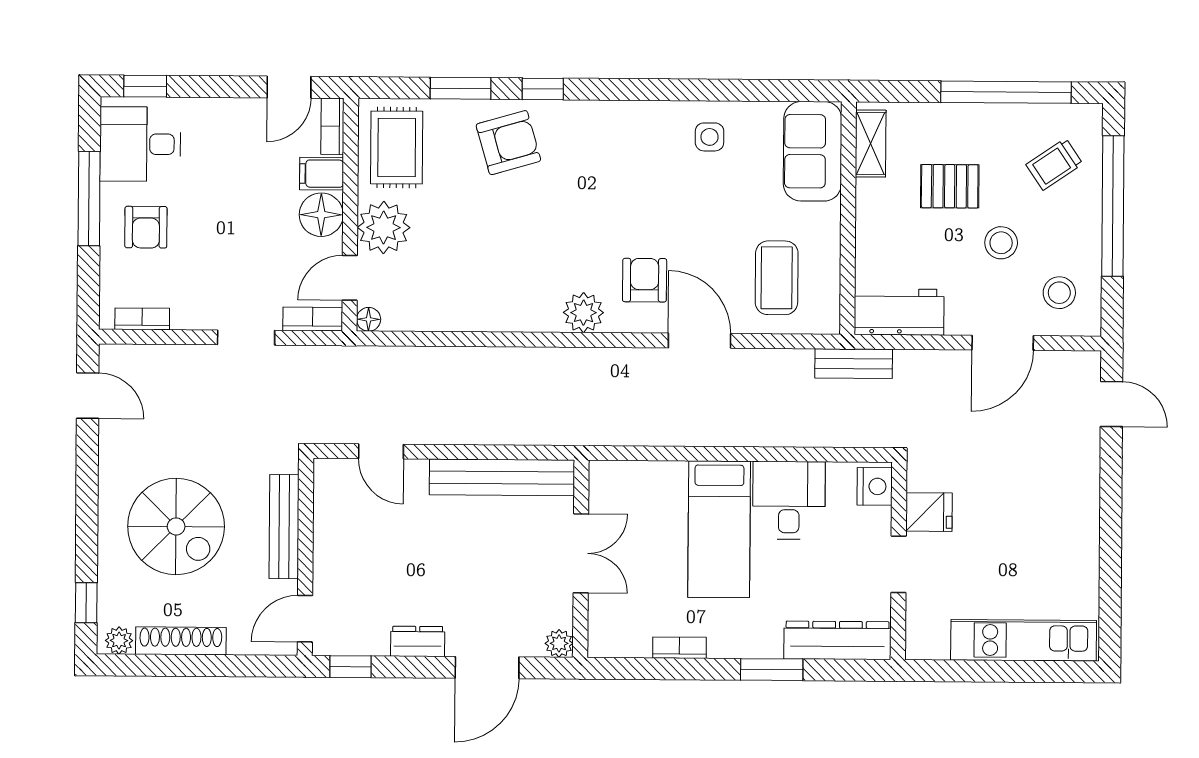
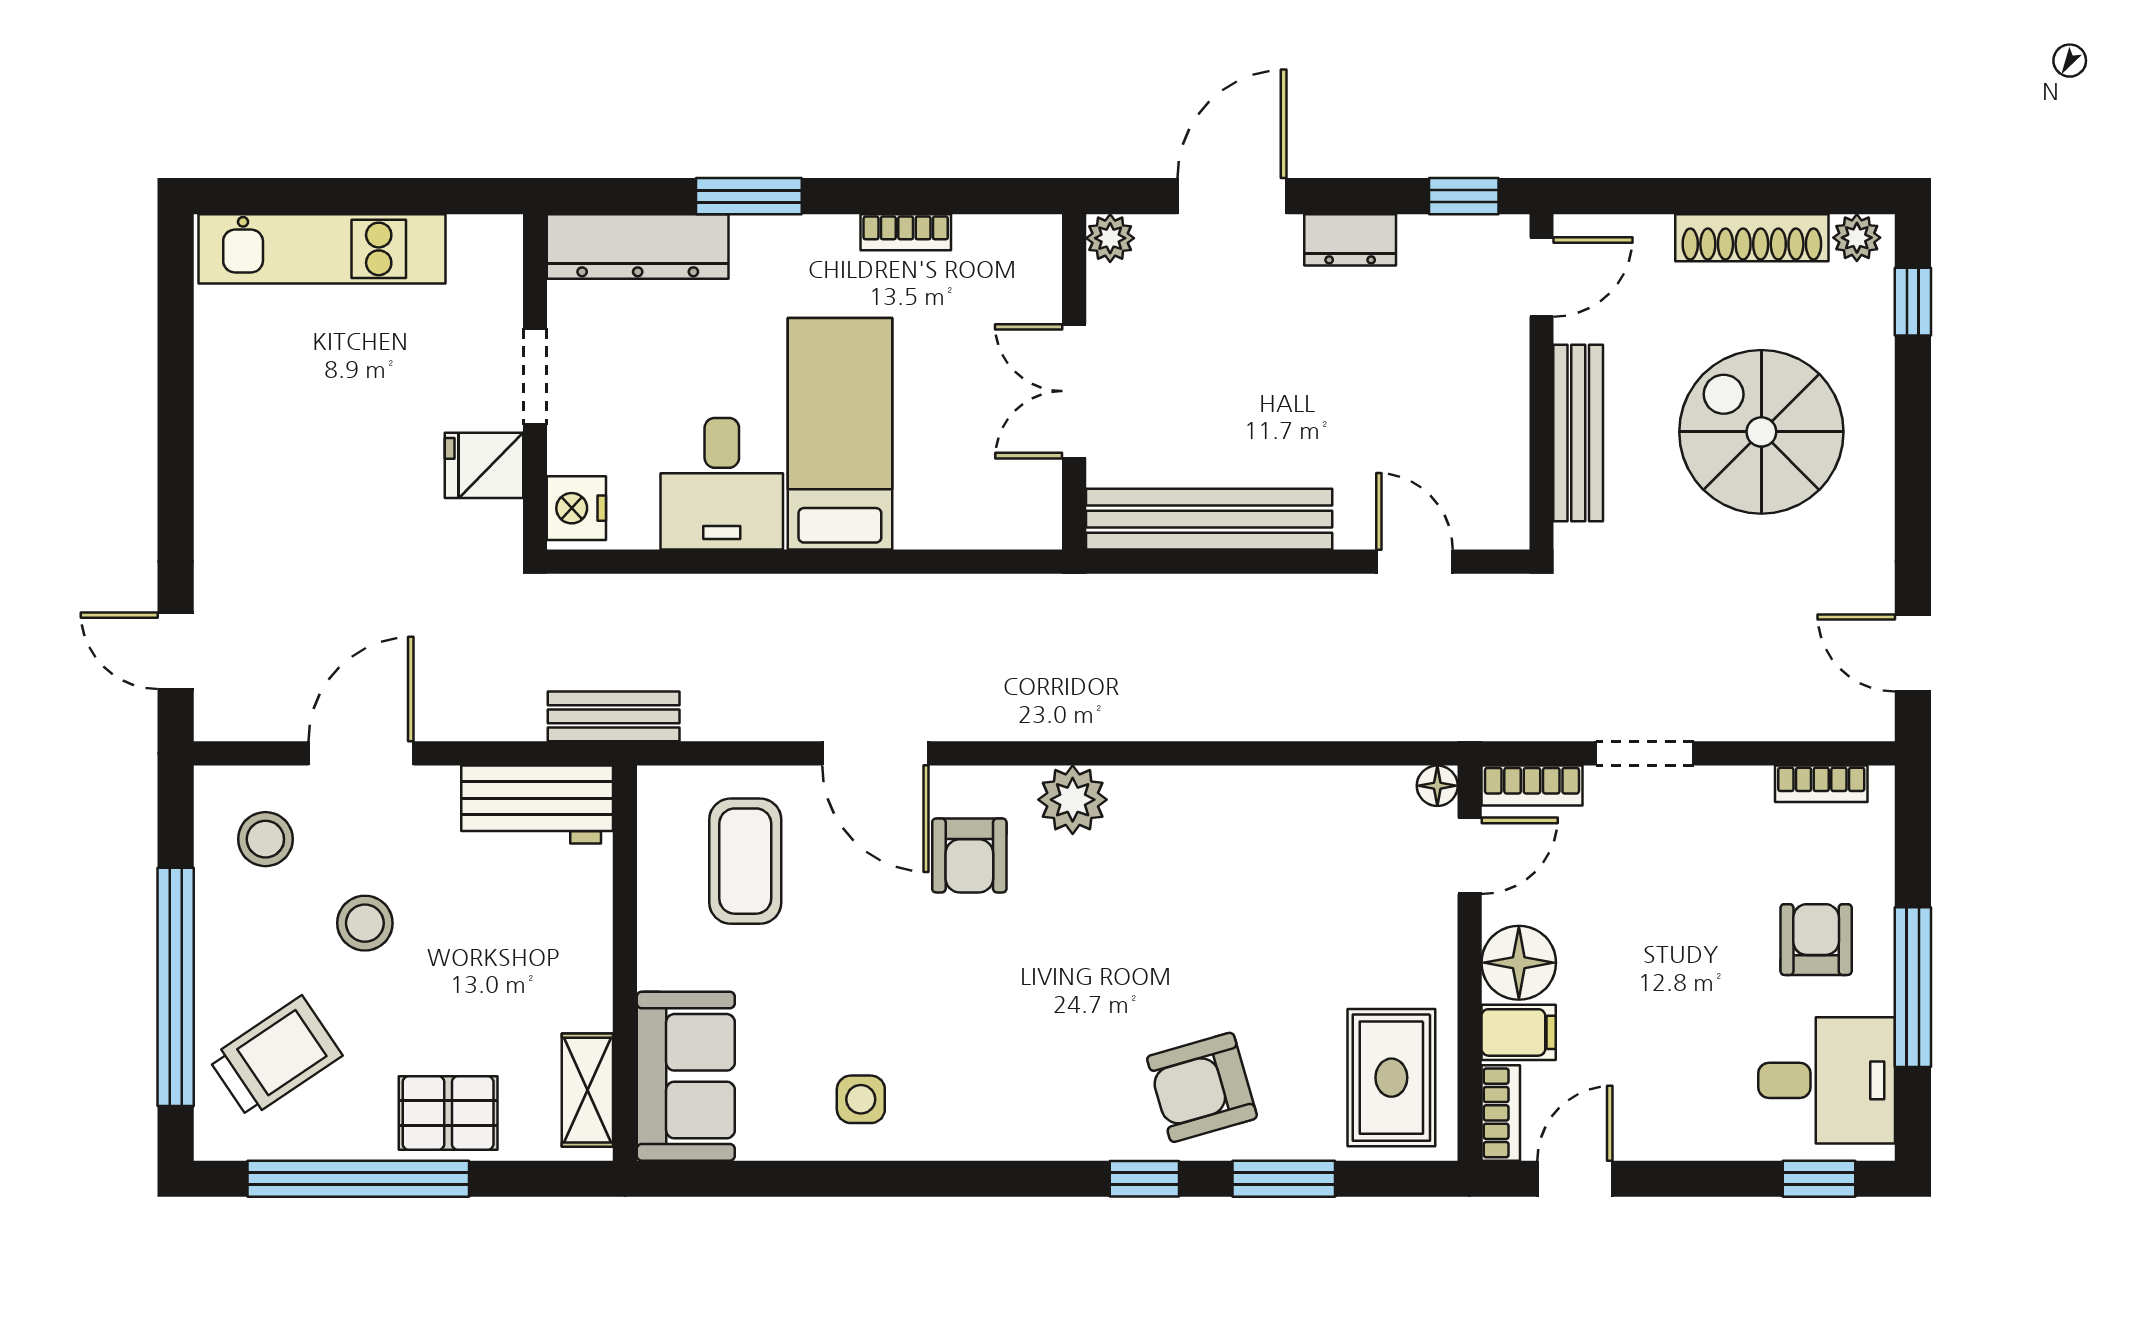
trolley: (1054, 164) -> (275, 1057), width x1.36, depth x1.39
pallet: (950, 186) -> (448, 1113), moved
plant: (384, 228) -> (1413, 942), removed

